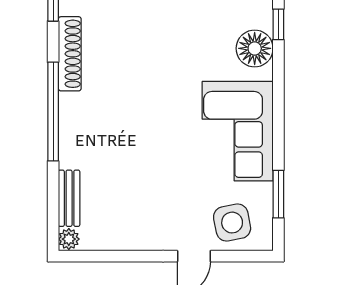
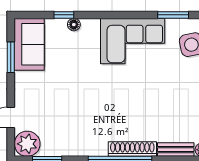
floor lamp: (255, 48) -> (74, 25), width x0.53, depth x0.53
shoe rack: (70, 54) -> (132, 149), moved

